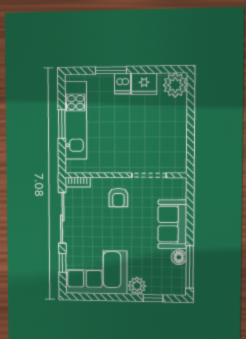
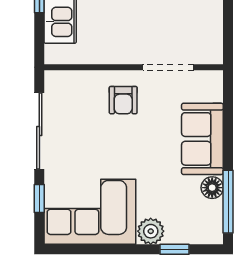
bookcase: (78, 182) -> (63, 78), removed

